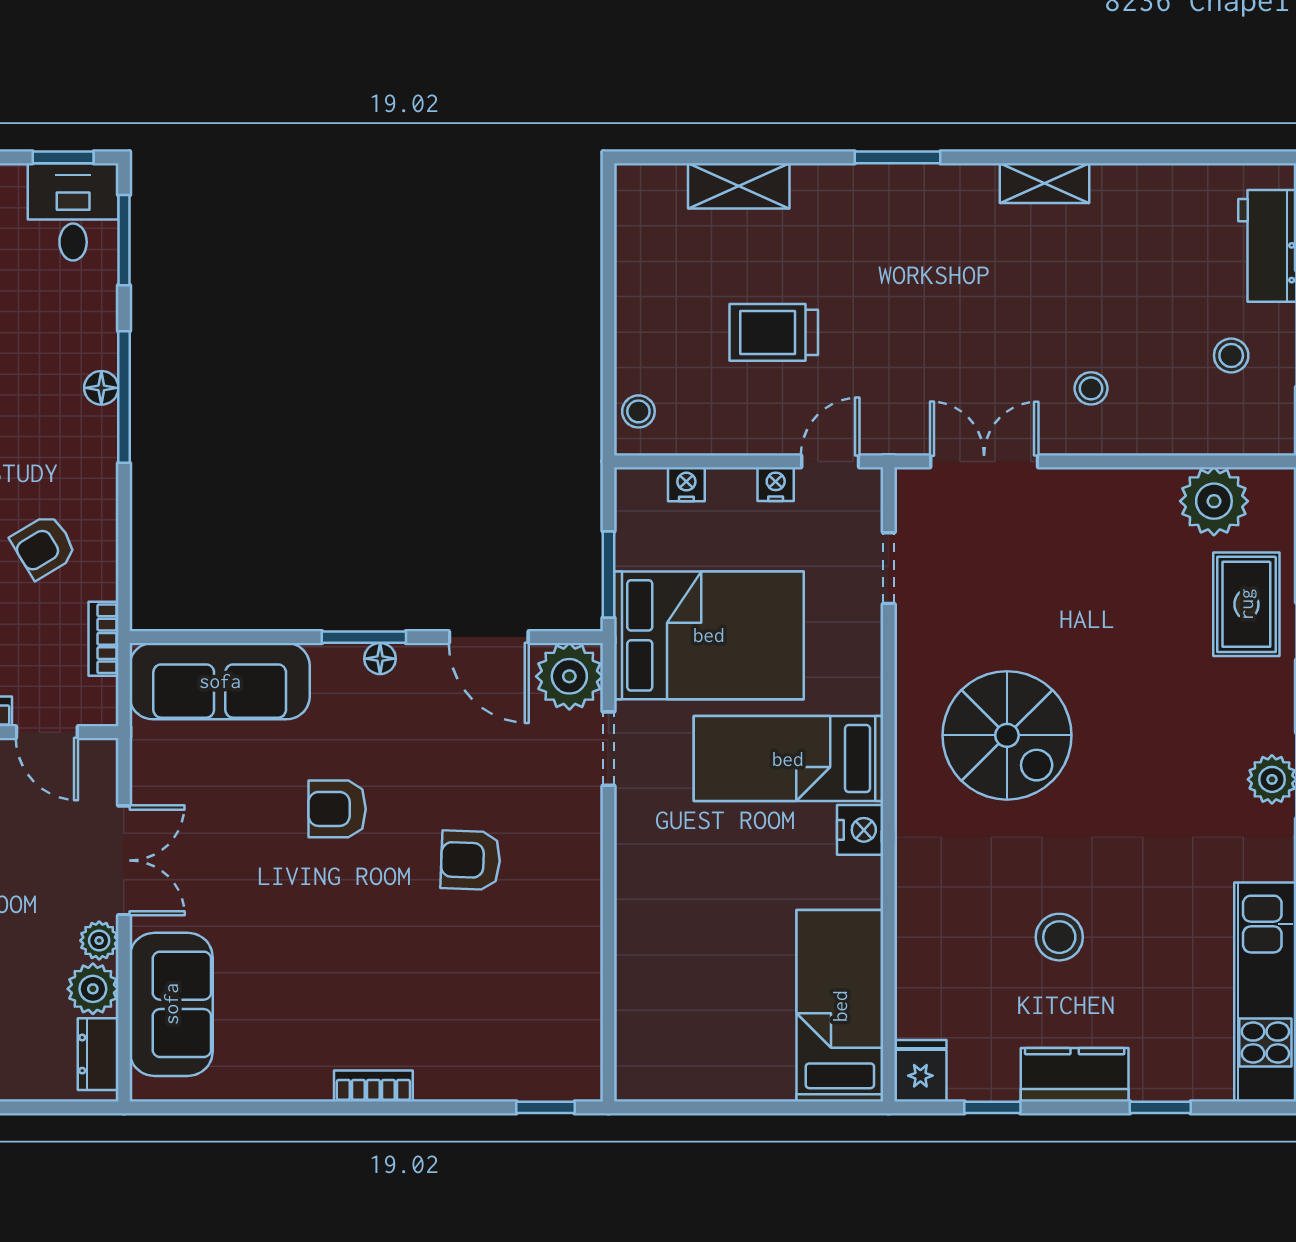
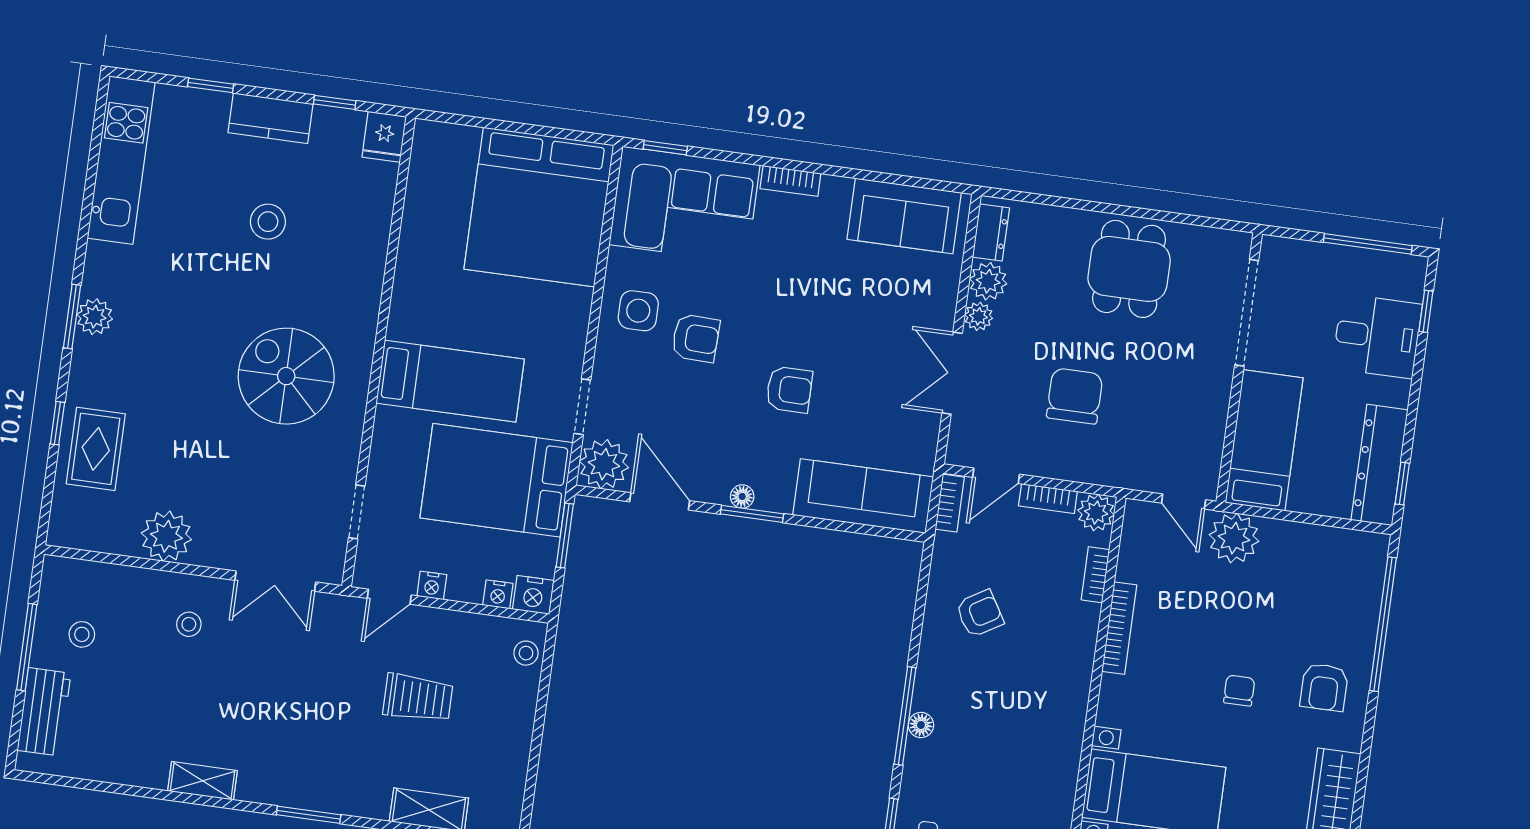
plant: (1214, 501) -> (166, 536), moved
bookcase: (103, 639) -> (950, 503), moved
door: (47, 732) -> (996, 476), swing flipped
nightstand: (860, 830) -> (533, 595), moved, turned -90
side table: (552, 886) -> (638, 311), added
sofa: (171, 1004) -> (904, 216), moved, turned -90
bed: (840, 1006) -> (539, 207), moved, width x2.04
corner sofa: (510, 1035) -> (685, 205), added

